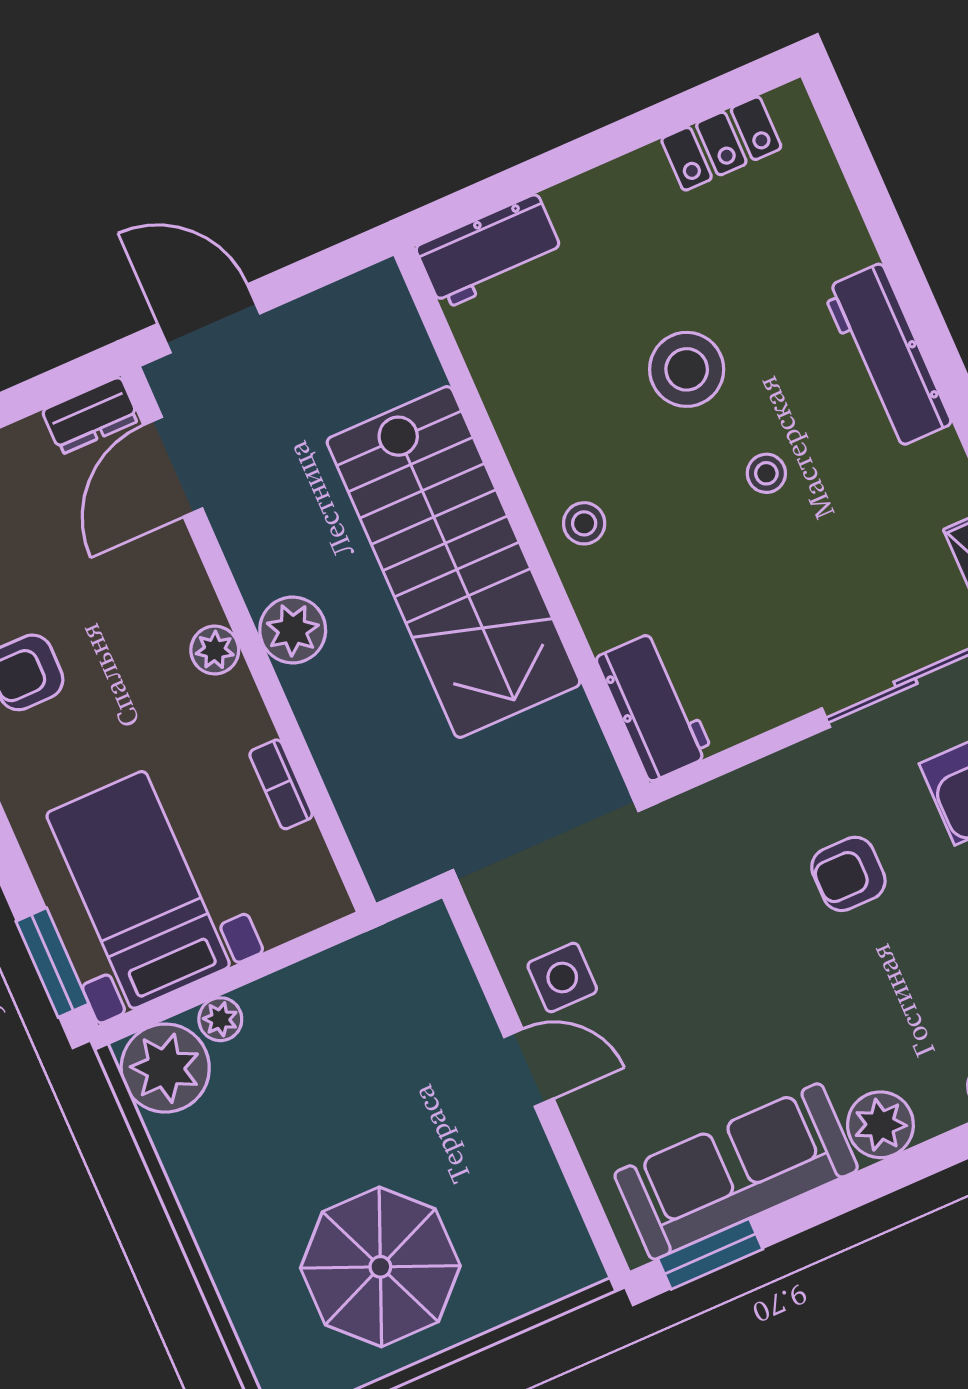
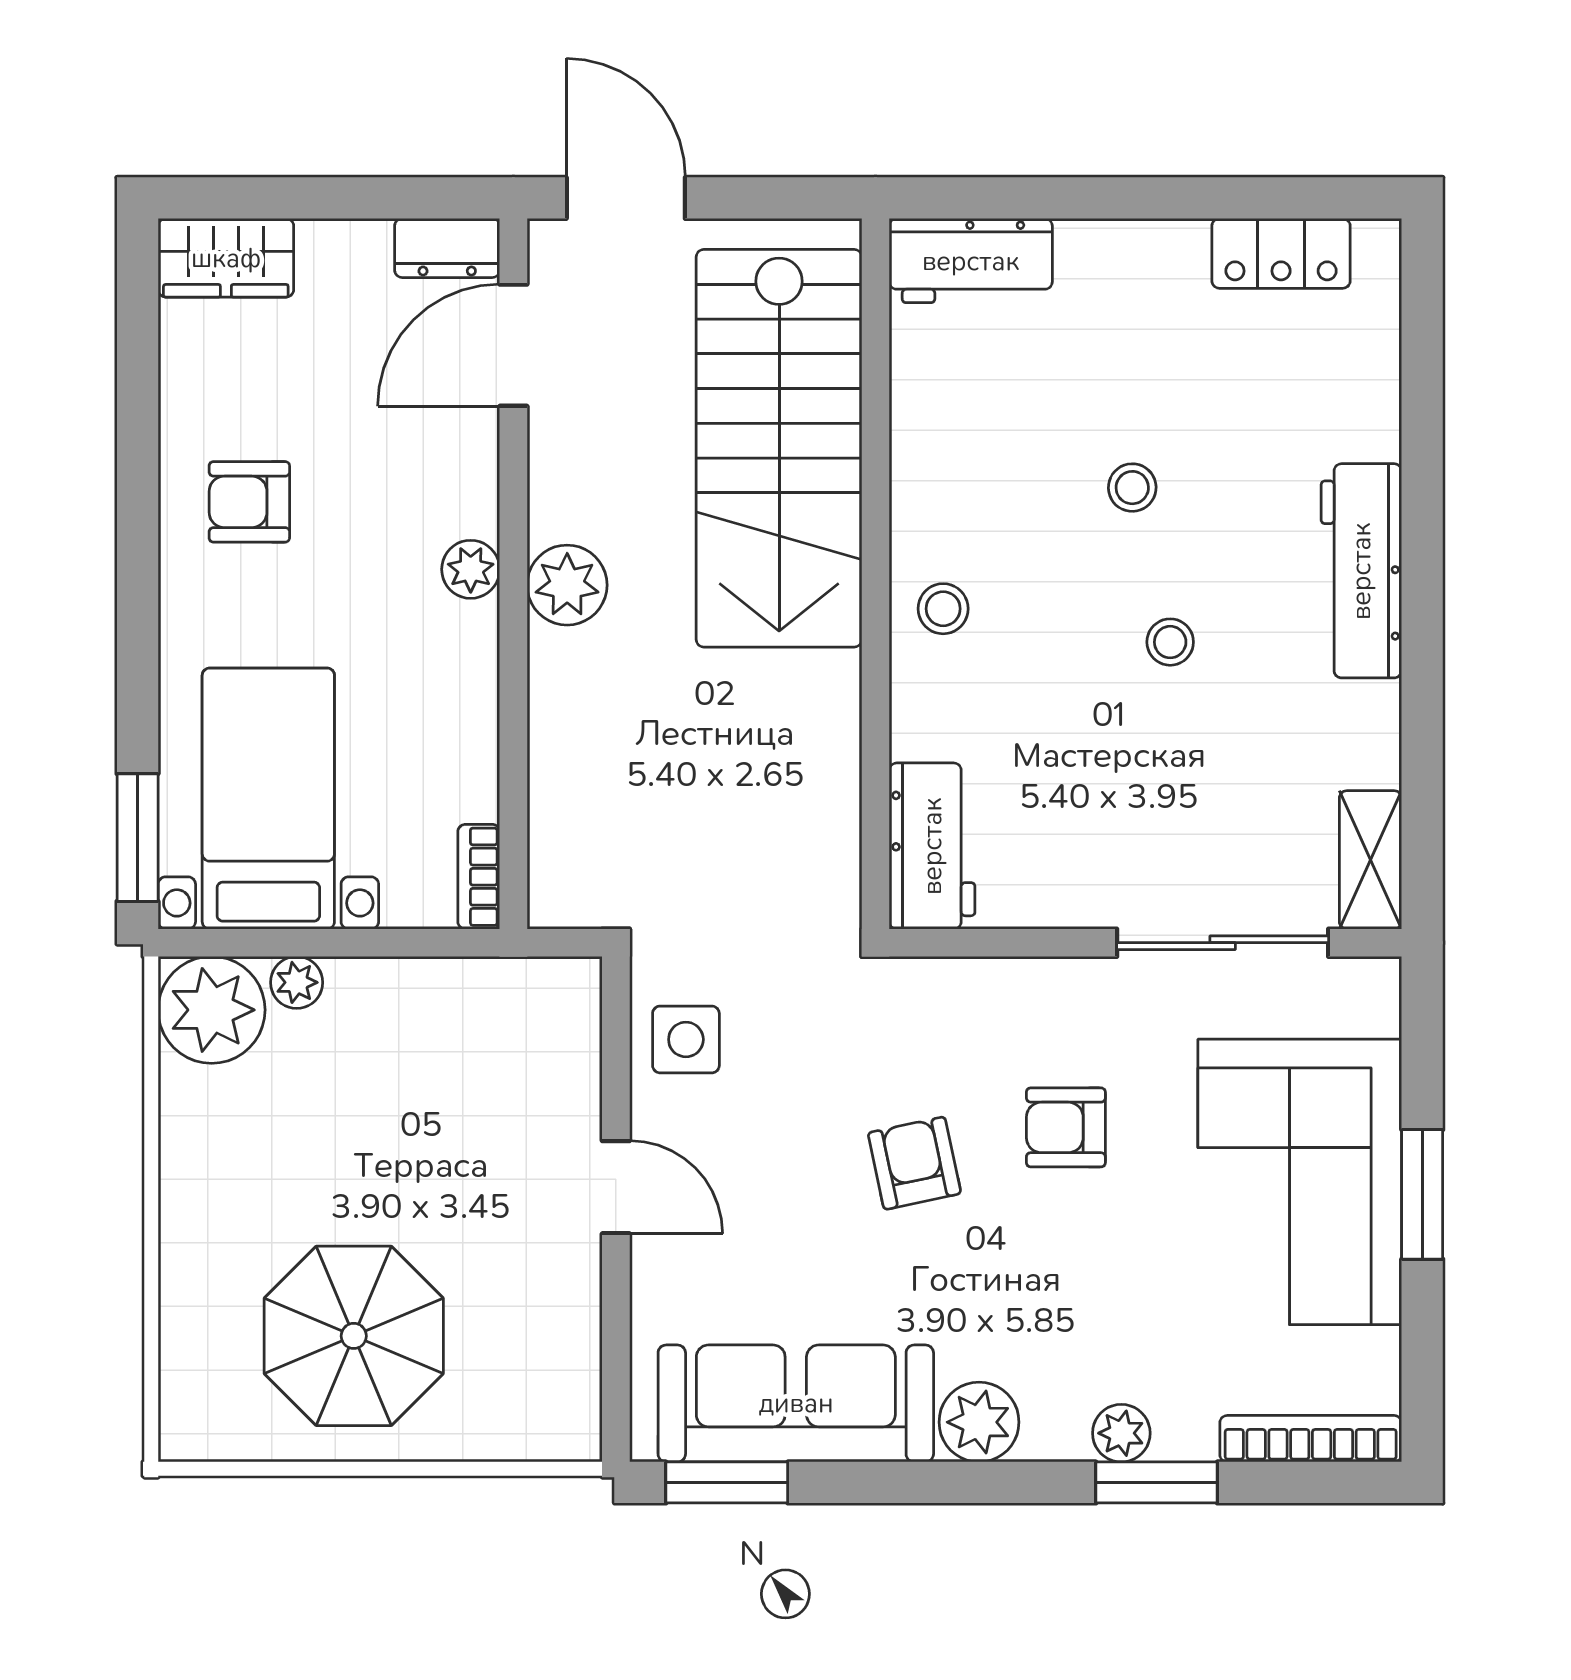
stool: (687, 369) -> (1132, 488), width x0.53, depth x0.53
stairs: (453, 562) -> (779, 448), moved
bookcase: (281, 784) -> (479, 877), moved
armchair: (746, 951) -> (914, 1163), added
side table: (562, 977) -> (686, 1039), moved

